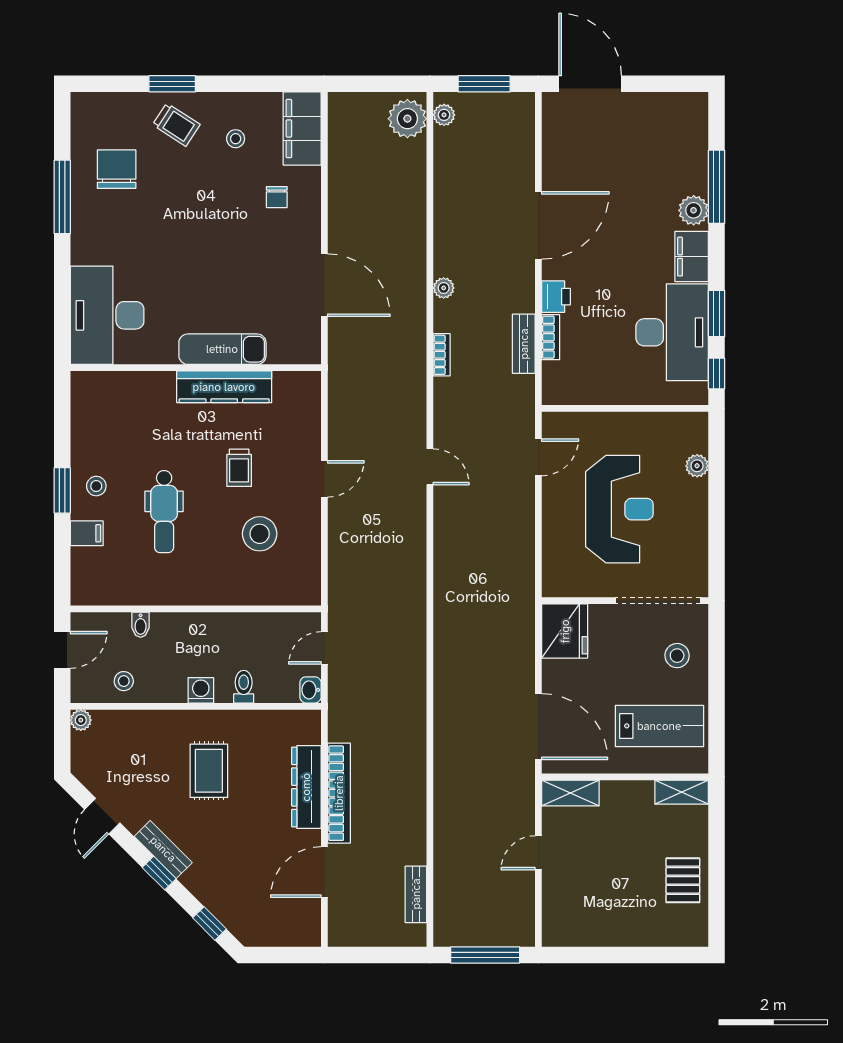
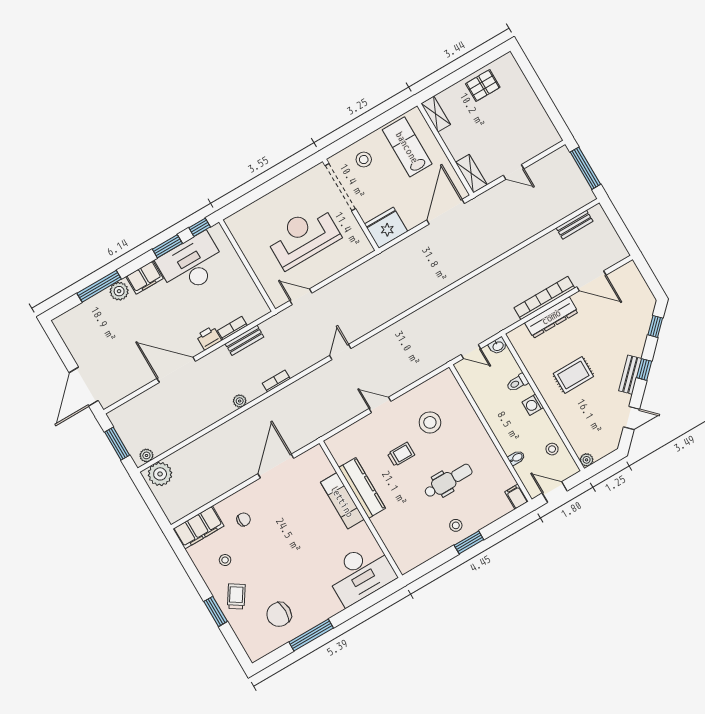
plant: (697, 466) -> (255, 209), removed
filing cabinet: (87, 533) -> (516, 497), moved

